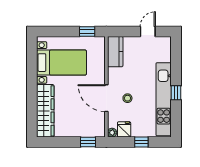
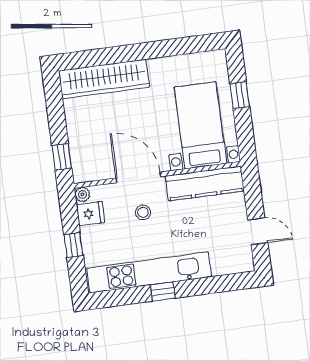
window: (87, 32) -> (240, 95), moved
kitchen counter: (115, 52) -> (205, 183), width x1.50
bed with nightstands: (61, 63) -> (200, 125), moved, turned 180
door: (106, 98) -> (138, 177), hinge flipped

